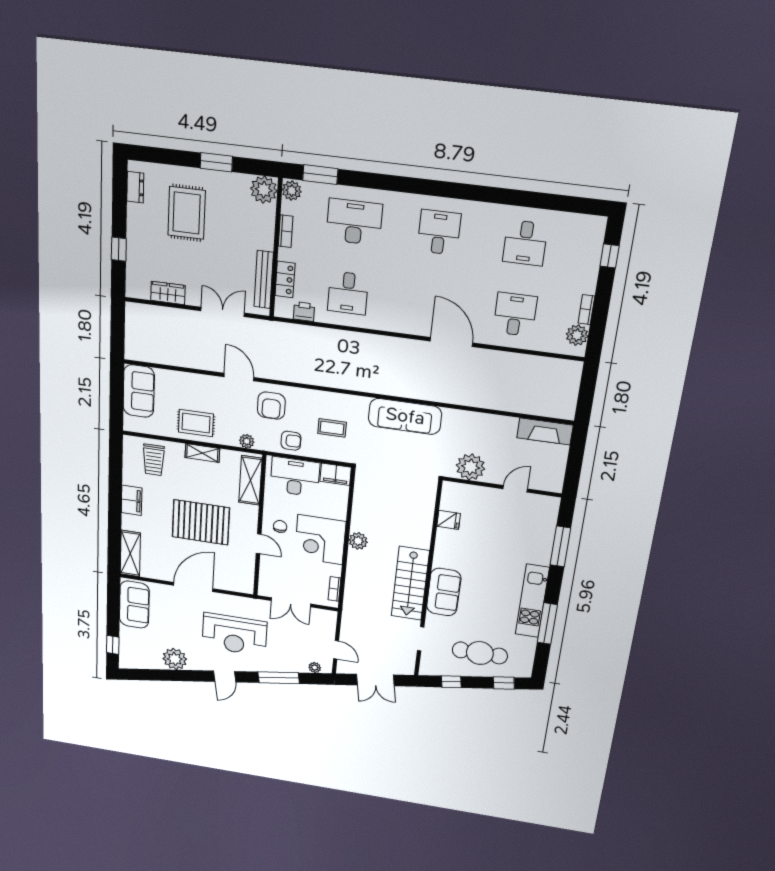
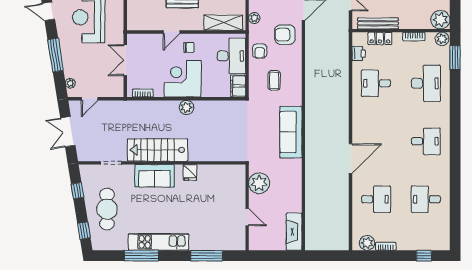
fridge: (449, 520) -> (190, 172), moved

